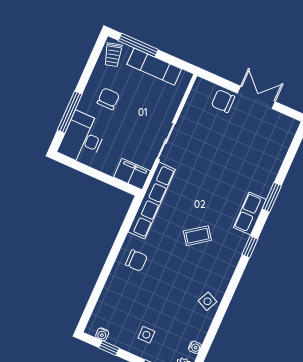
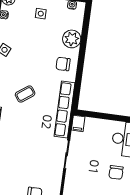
filing cabinet: (132, 174) -> (78, 123), width x0.50
plant: (116, 290) -> (72, 39), added

